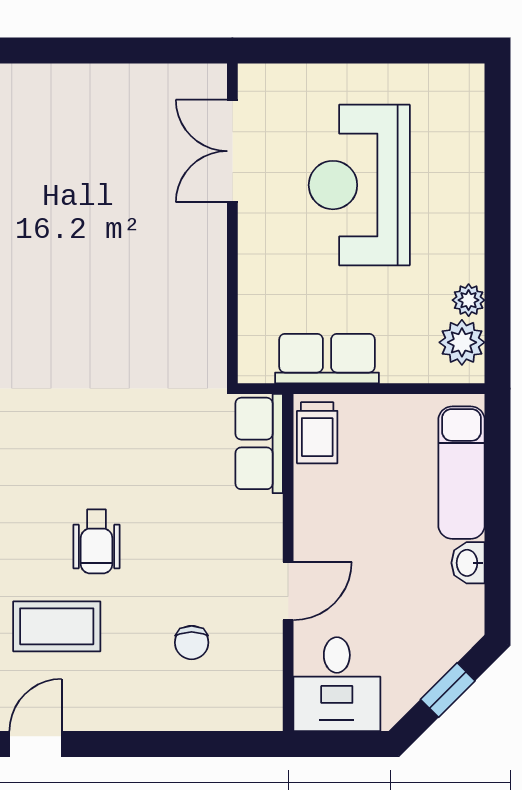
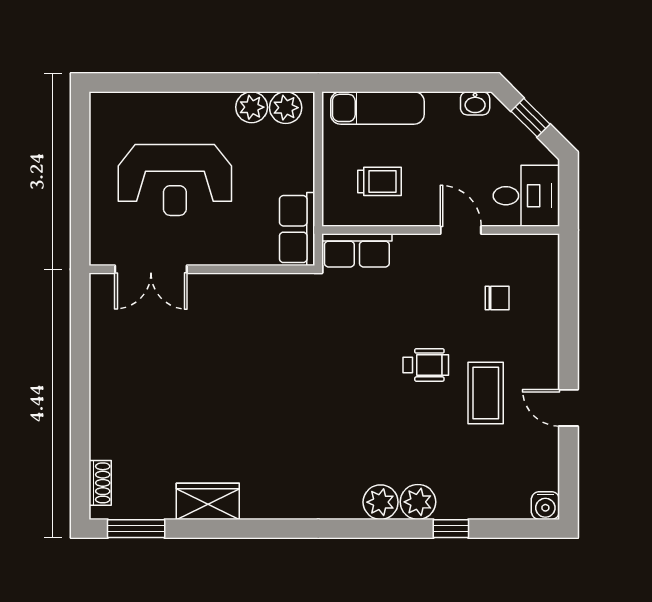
plant: (469, 300) -> (252, 107), width x1.38, depth x1.38
row of seats: (327, 359) -> (297, 229), moved
trolley: (317, 433) -> (380, 181), moved
washbasin: (468, 563) -> (475, 103), moved

